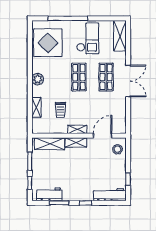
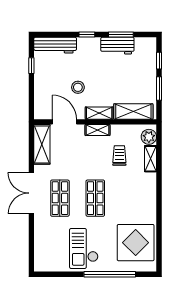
shelving: (120, 36) -> (42, 144), moved
plant: (38, 79) -> (149, 137), moved
door: (103, 136) -> (65, 122), swing flipped
stool: (118, 149) -> (78, 87), moved
workbench: (49, 194) -> (117, 46), moved

